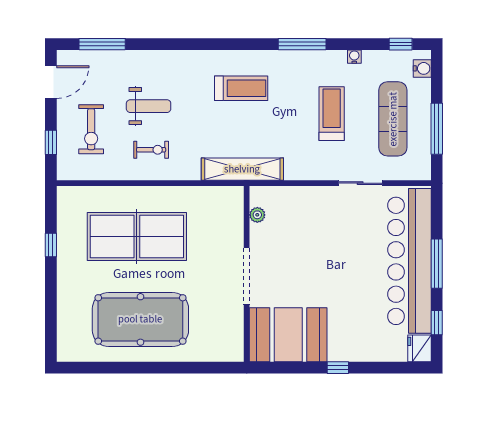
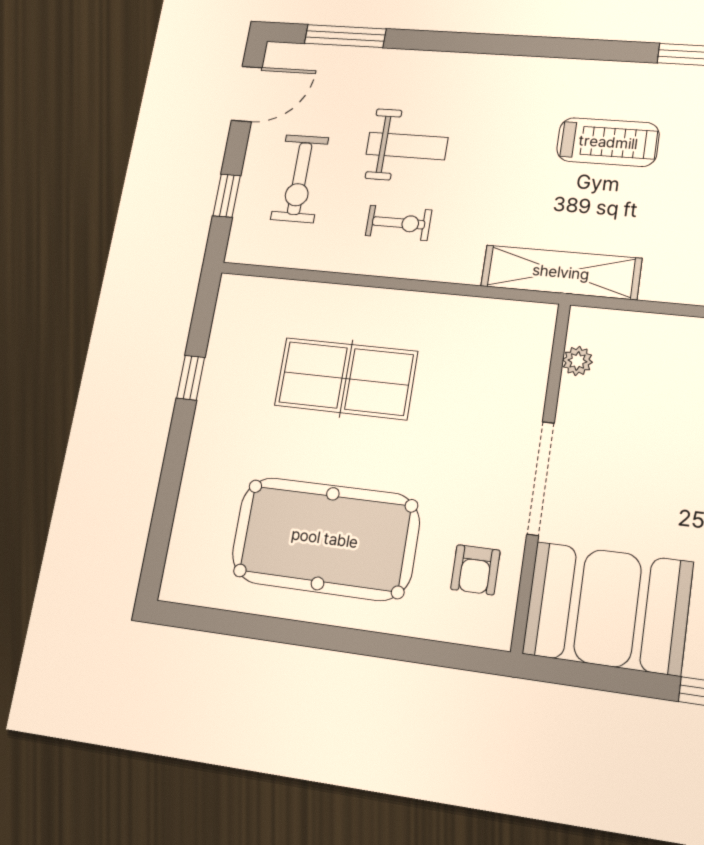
treadmill: (241, 88) -> (608, 142), moved
table tennis table: (137, 236) -> (346, 378), width x0.73, depth x0.76
armchair: (220, 325) -> (475, 570), added

